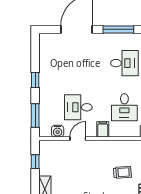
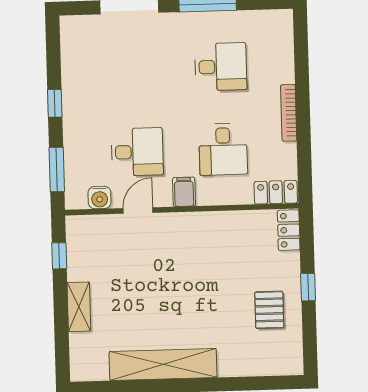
desk: (78, 107) -> (137, 152), turned 180
trolley: (122, 172) -> (223, 271), removed

